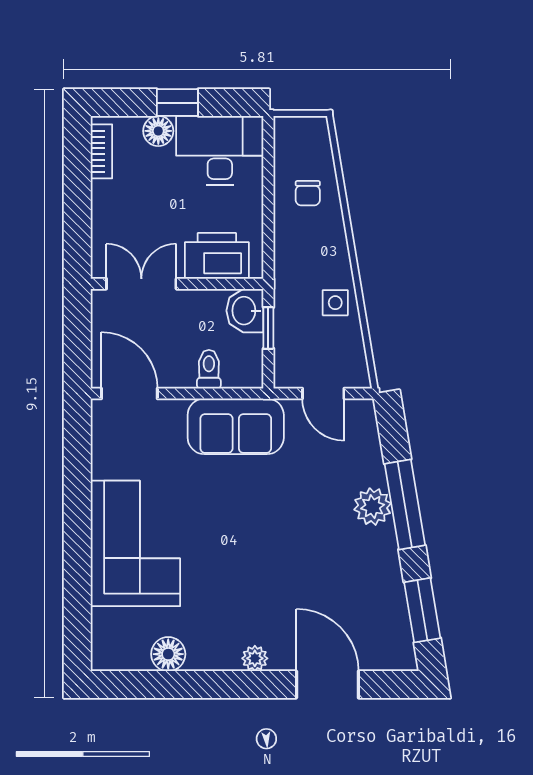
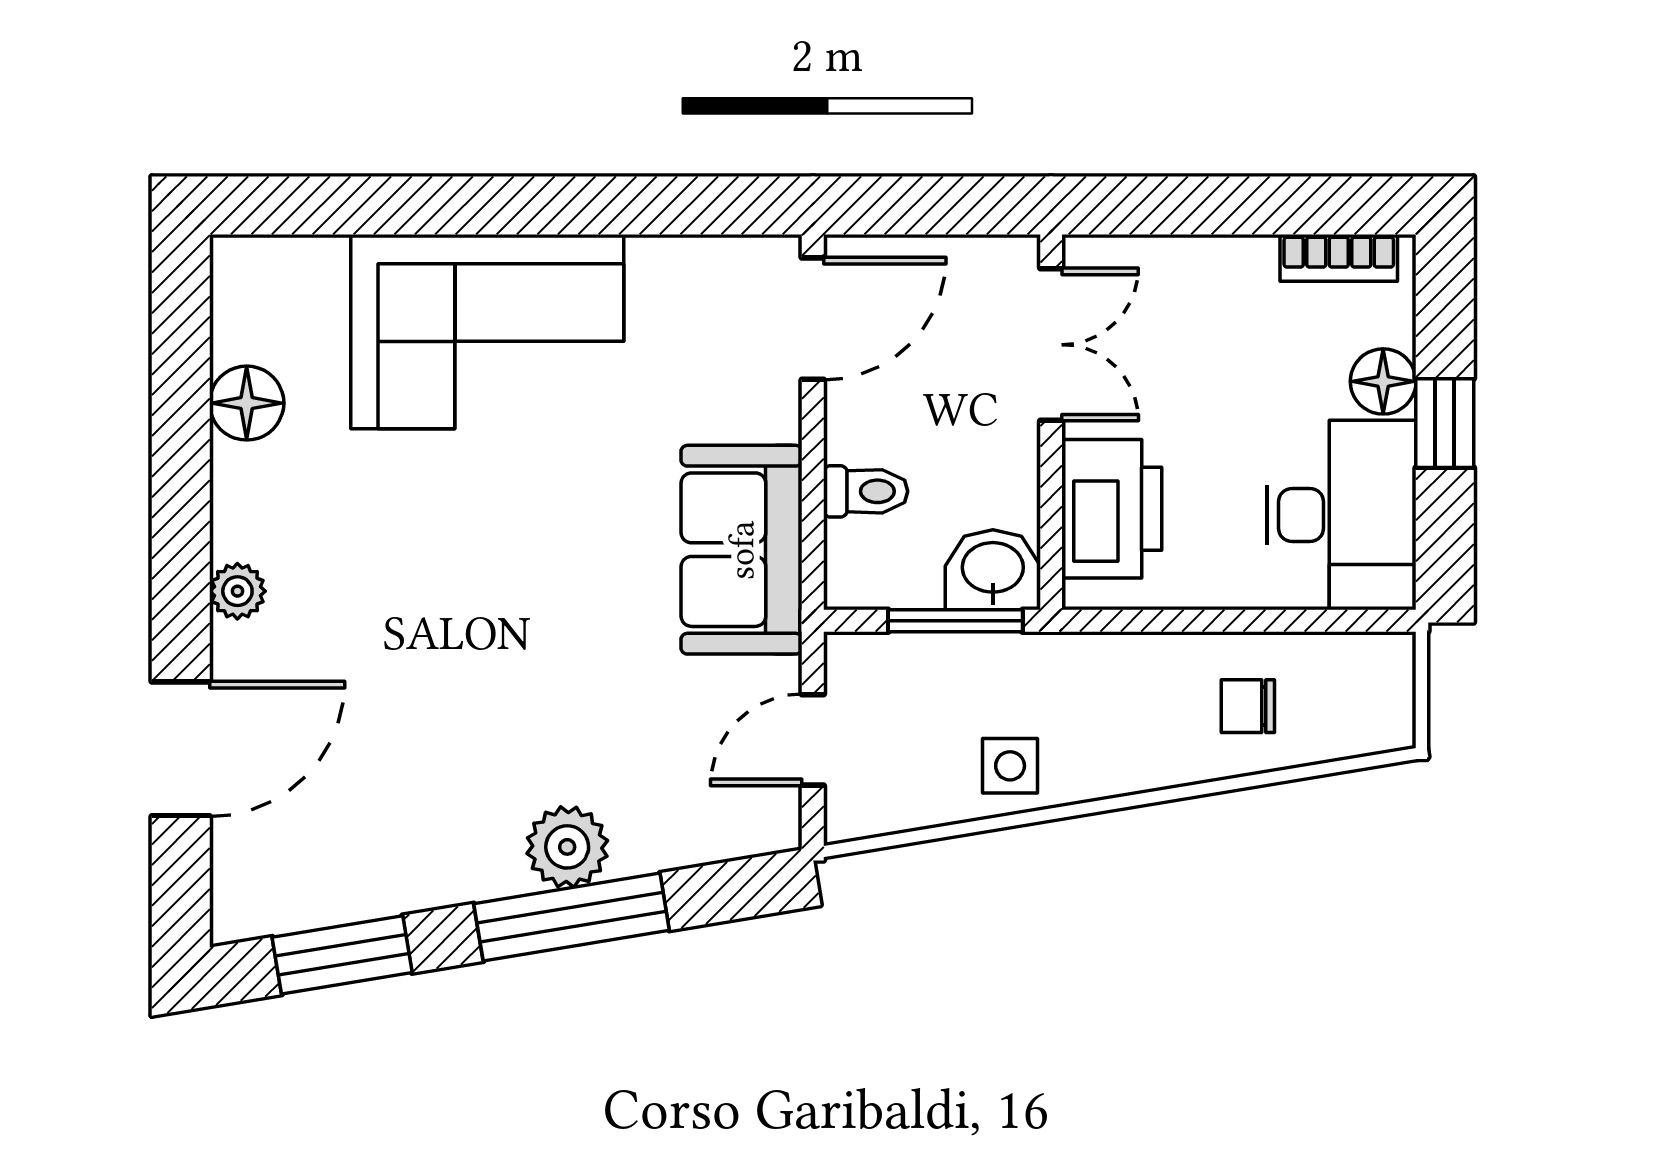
window: (268, 328) -> (955, 621), width x1.50

